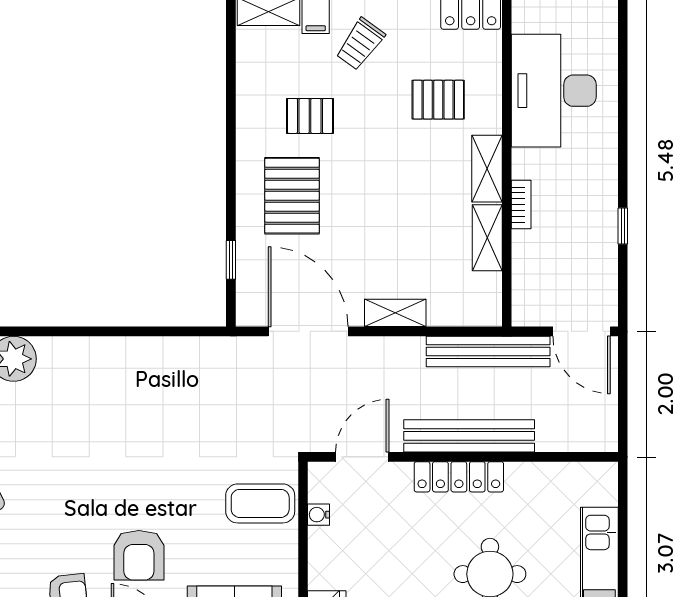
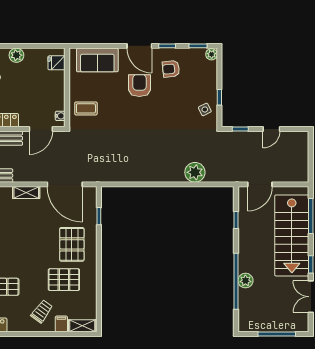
pallet: (310, 116) -> (64, 280), width x1.50, depth x1.42
coffee table: (260, 503) -> (86, 108), width x0.73, depth x0.77
water cooler: (318, 515) -> (60, 116), moved

